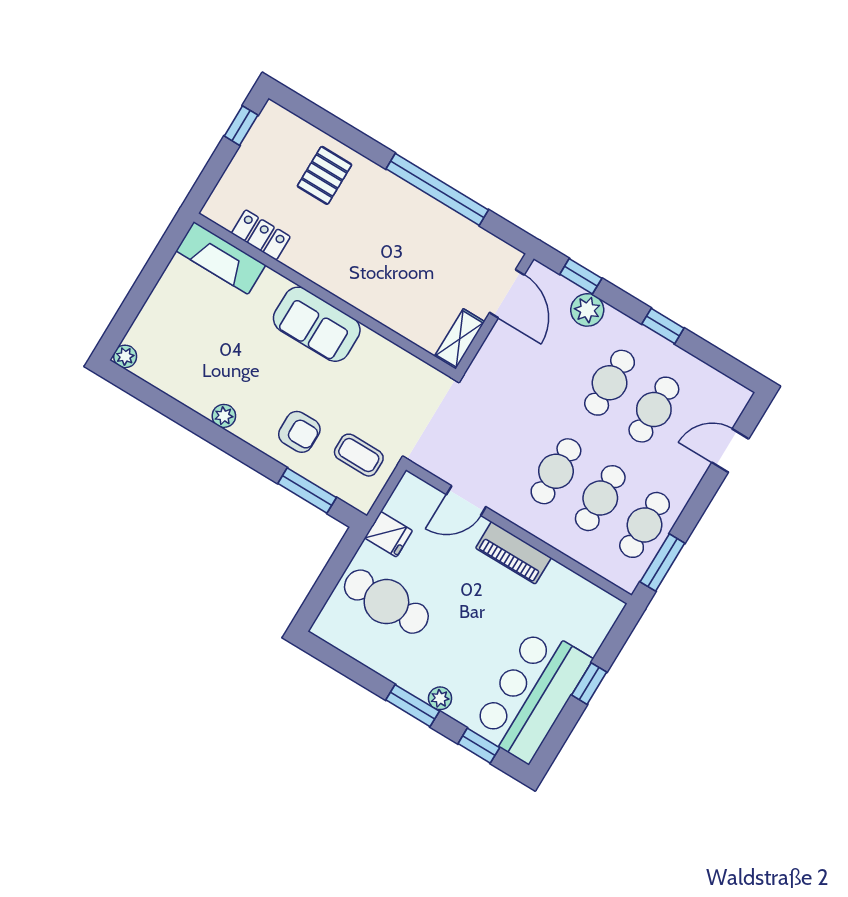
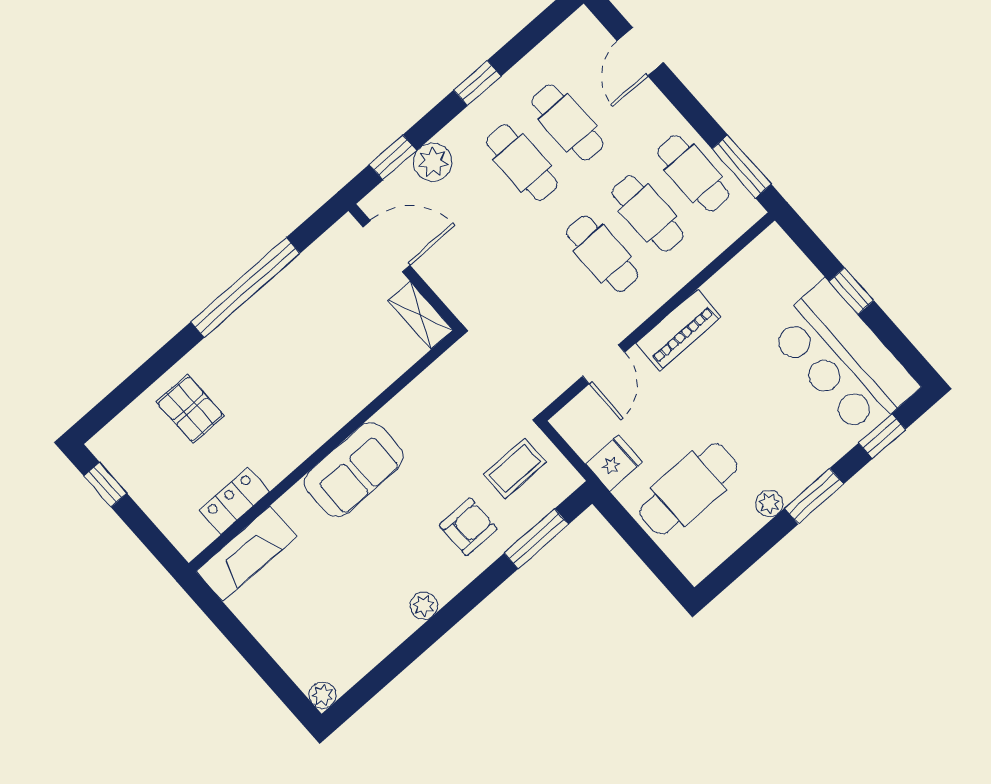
plant: (440, 698) -> (769, 503), moved

